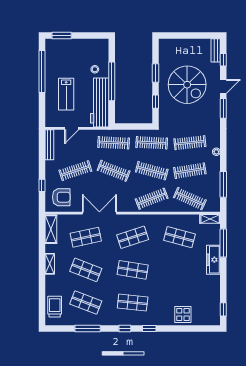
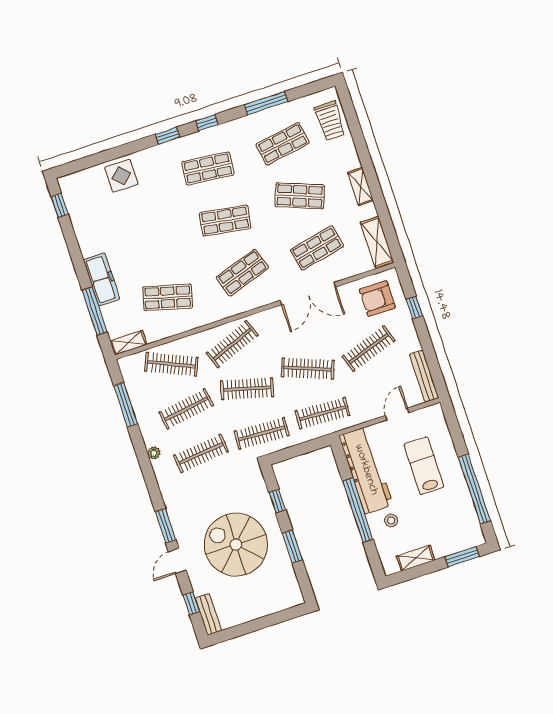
shelving: (88, 43) -> (416, 558), added
shop shelf: (86, 303) -> (283, 144), turned -30

